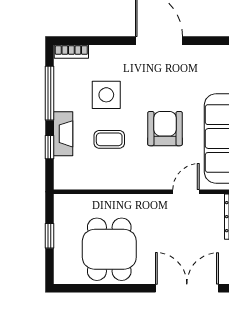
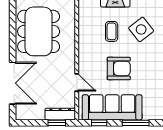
side table: (106, 95) -> (141, 29), turned -38
dining table: (109, 249) -> (39, 31), width x1.38

